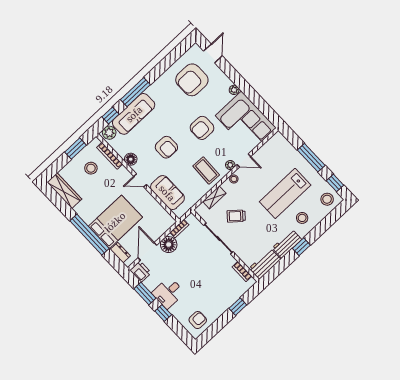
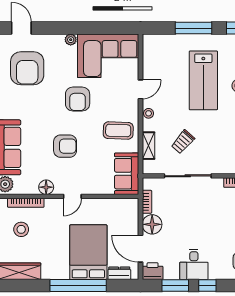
plant: (230, 165) -> (133, 105), removed
sofa: (167, 193) -> (127, 174), moved, turned -90

